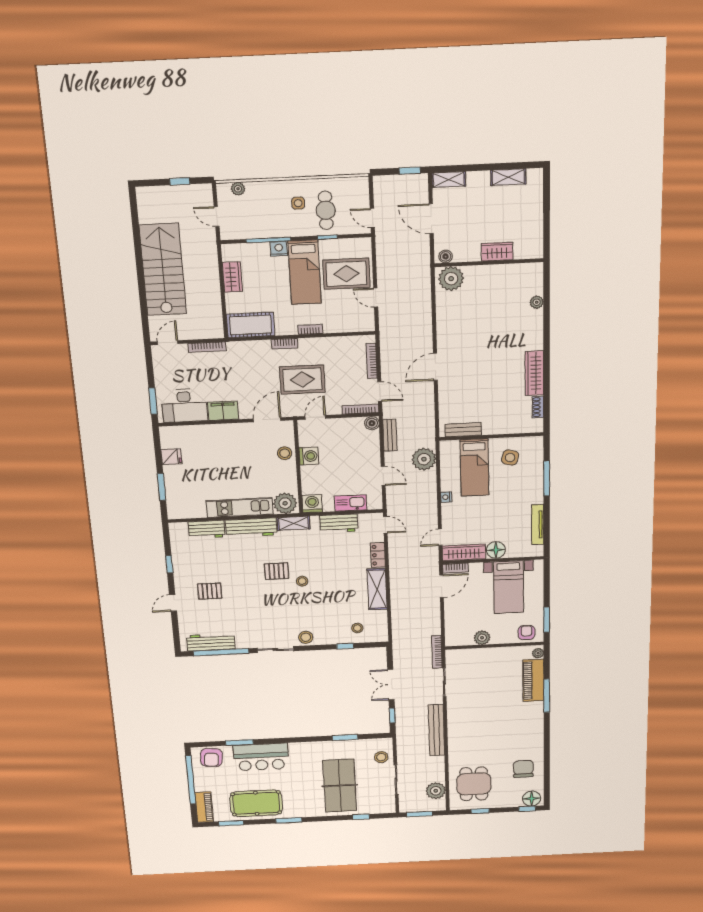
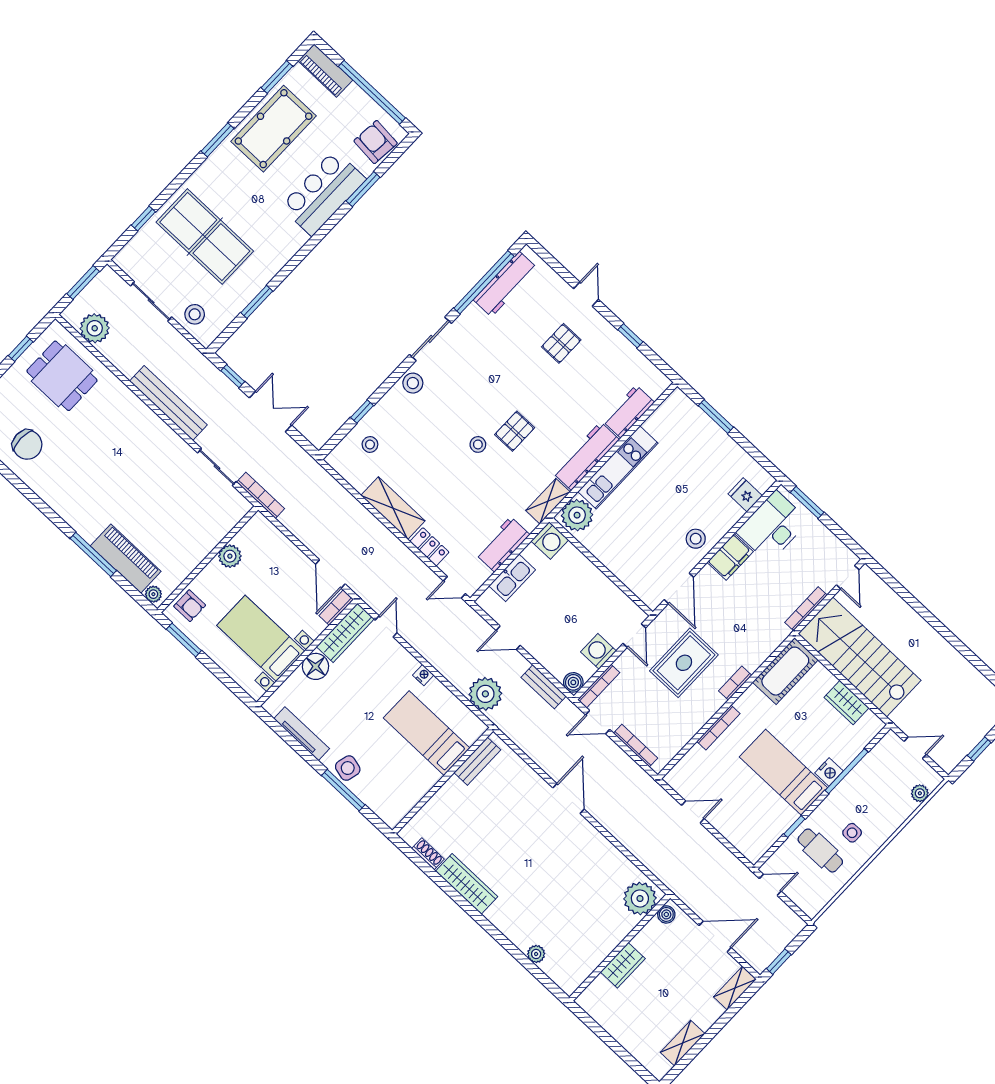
stairs: (163, 270) -> (860, 657), moved, turned 180
rug: (346, 274) -> (743, 809), removed
bookcase: (310, 329) -> (718, 728), width x1.56
stool: (285, 453) -> (696, 539), moved
washing machine: (309, 456) -> (598, 651), moved, turned 90
fridge: (171, 457) -> (745, 495), moved, turned 90
side table: (510, 458) -> (348, 768), moved

